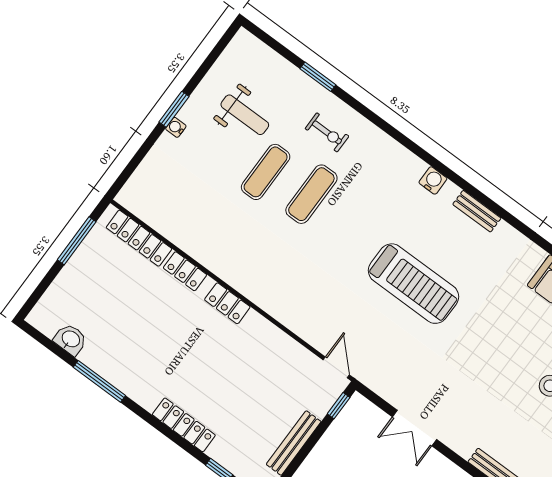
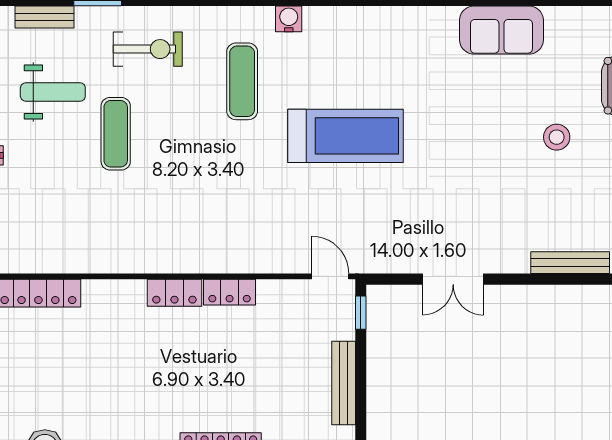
exercise bike: (327, 132) -> (148, 49), width x1.38, depth x1.39
exercise mat: (311, 194) -> (242, 81), moved
bench: (477, 211) -> (44, 17), moved
locker: (185, 271) -> (230, 292), moved

